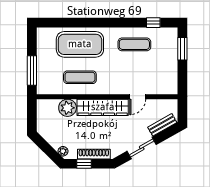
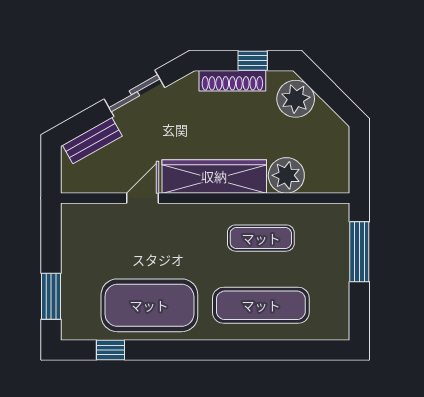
exercise mat: (80, 44) -> (261, 305), width x0.68
exercise mat: (134, 44) -> (149, 305), width x2.00, depth x1.45
plant: (63, 151) -> (296, 99), width x1.88, depth x1.88

